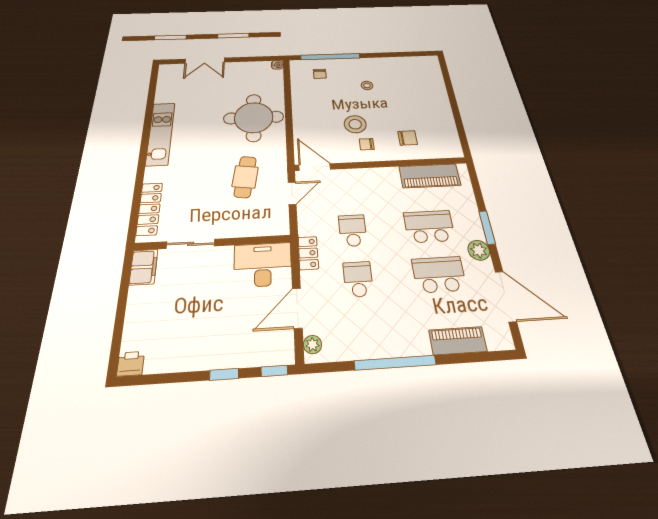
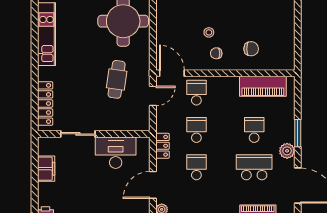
stool: (355, 124) -> (209, 32), width x0.53, depth x0.53
school desk: (348, 187) -> (196, 93), added
school desk: (429, 226) -> (254, 130), width x0.54
desk: (263, 265) -> (116, 153), moved
filing cabinet: (144, 267) -> (46, 169), moved

